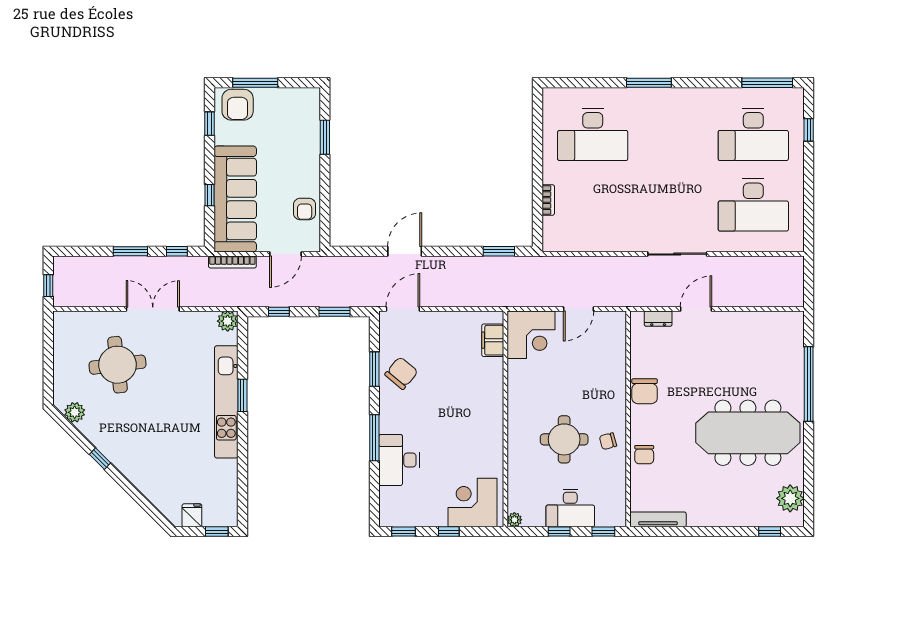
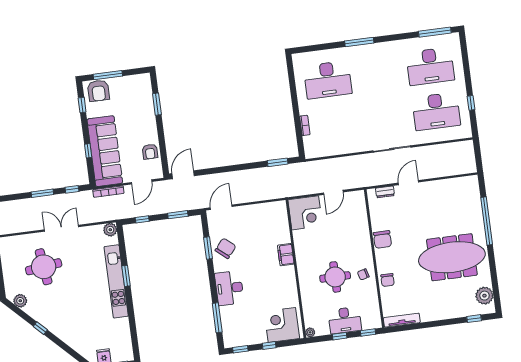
window: (809, 130) -> (471, 103), moved
door: (405, 251) -> (183, 175), moved
filing cabinet: (493, 340) -> (286, 255), moved
window: (374, 438) -> (217, 318), moved
desk: (399, 460) -> (229, 288), moved

